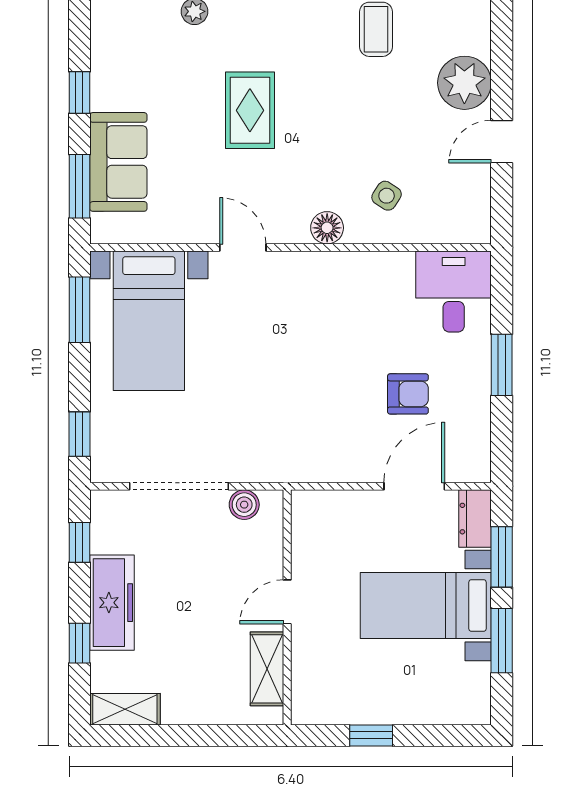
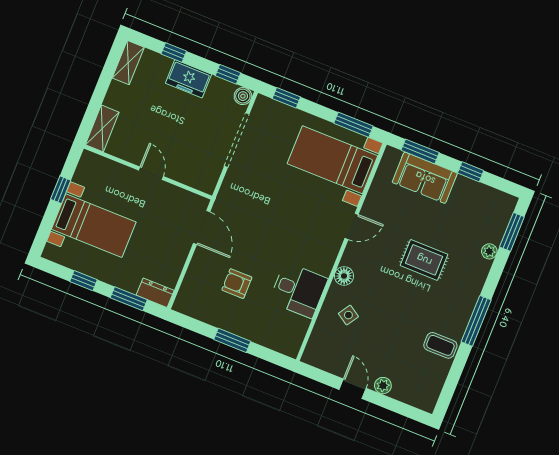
plant: (464, 83) -> (383, 386), width x0.53, depth x0.53
desk: (454, 292) -> (298, 290), moved
armchair: (408, 394) -> (237, 284), turned 90
door: (414, 486) -> (202, 228), moved
boiler: (244, 505) -> (243, 96), moved
freezer: (112, 603) -> (189, 79), width x0.71
bed with nightstands: (426, 605) -> (94, 226), moved, turned 90
window: (502, 641) -> (84, 281), width x0.67
shelving: (267, 669) -> (102, 128), moved, turned 90

